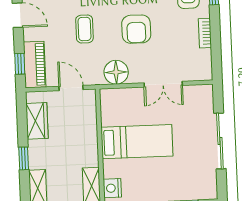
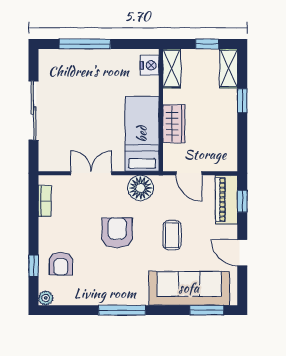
bookcase: (205, 33) -> (45, 201), moved
wardrobe: (37, 121) -> (174, 124), moved, turned 180
bed: (137, 142) -> (142, 134), moved, turned 90

